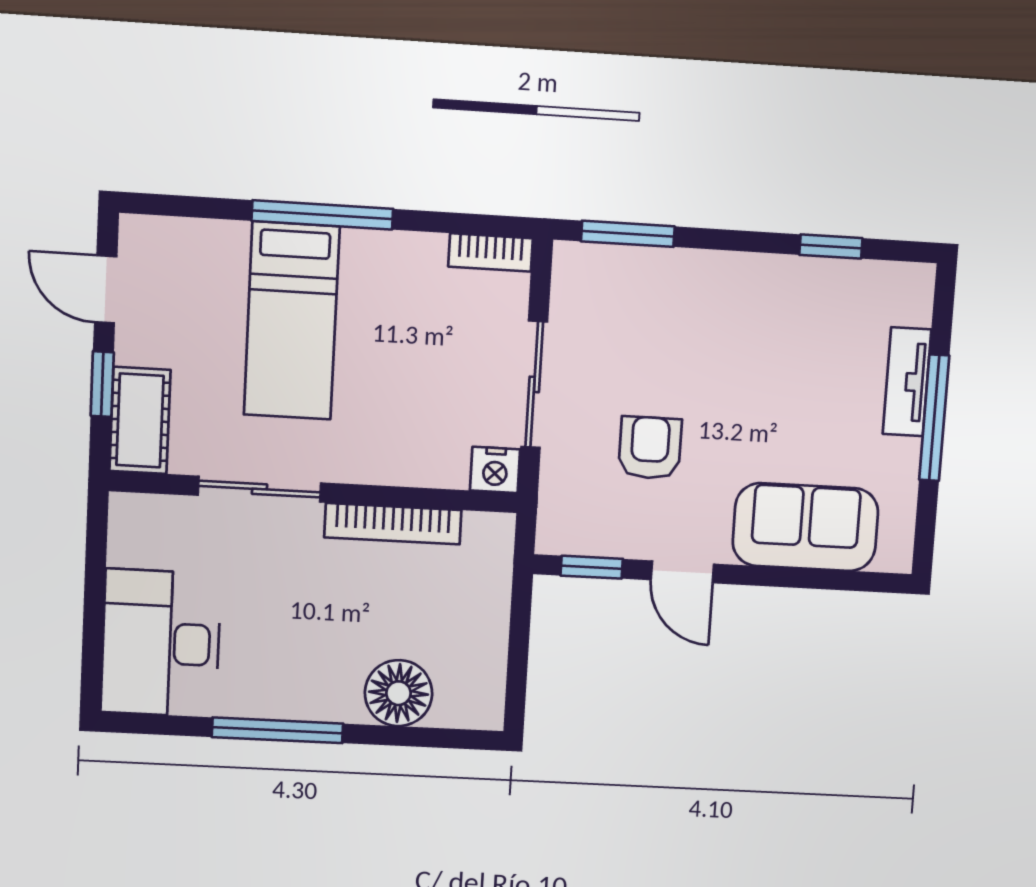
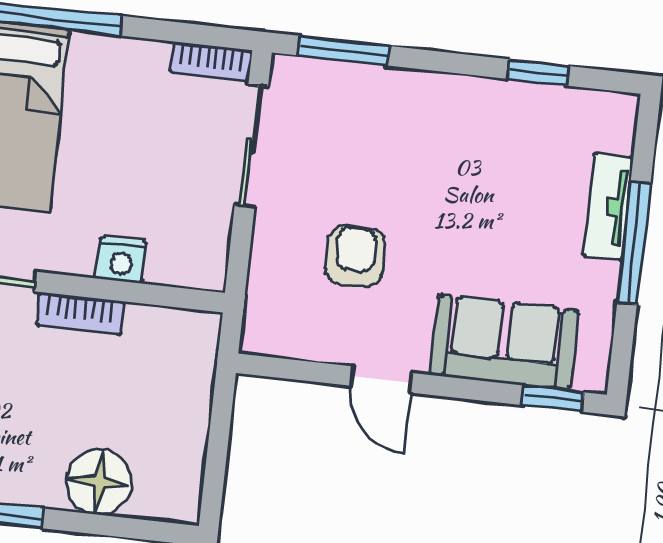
sliding door: (534, 384) -> (251, 145), moved
nightstand: (495, 470) -> (121, 260), moved
bookcase: (393, 524) -> (80, 313), width x0.64
window: (592, 567) -> (553, 399), moved

